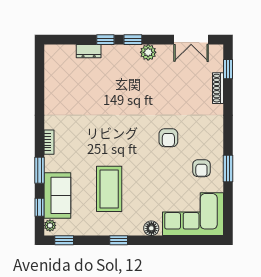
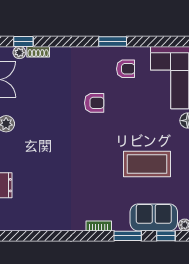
plant: (217, 65) -> (19, 53), added
shoe rack: (218, 88) -> (38, 52), width x0.70
window: (228, 168) -> (113, 41), moved

